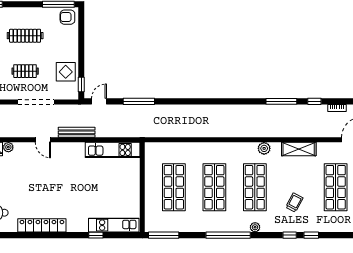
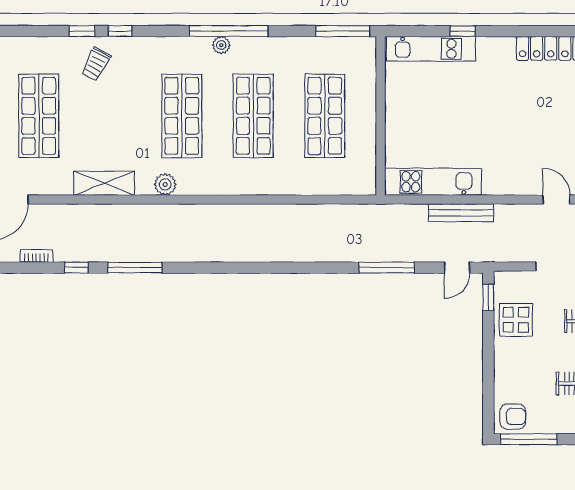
bench: (77, 132) -> (461, 213), moved
trolley: (294, 203) -> (96, 64), moved
plant: (255, 227) -> (221, 45), moved

